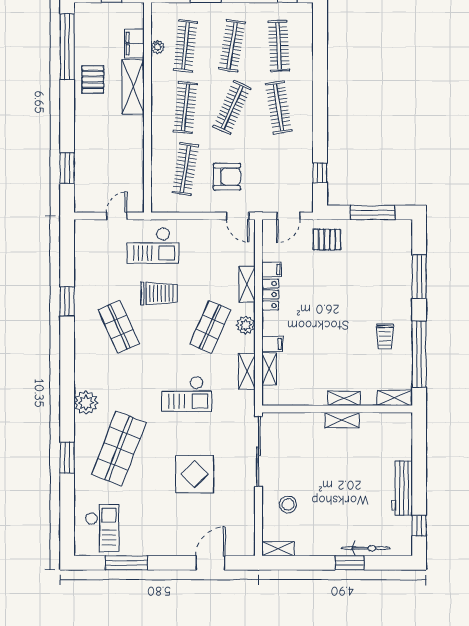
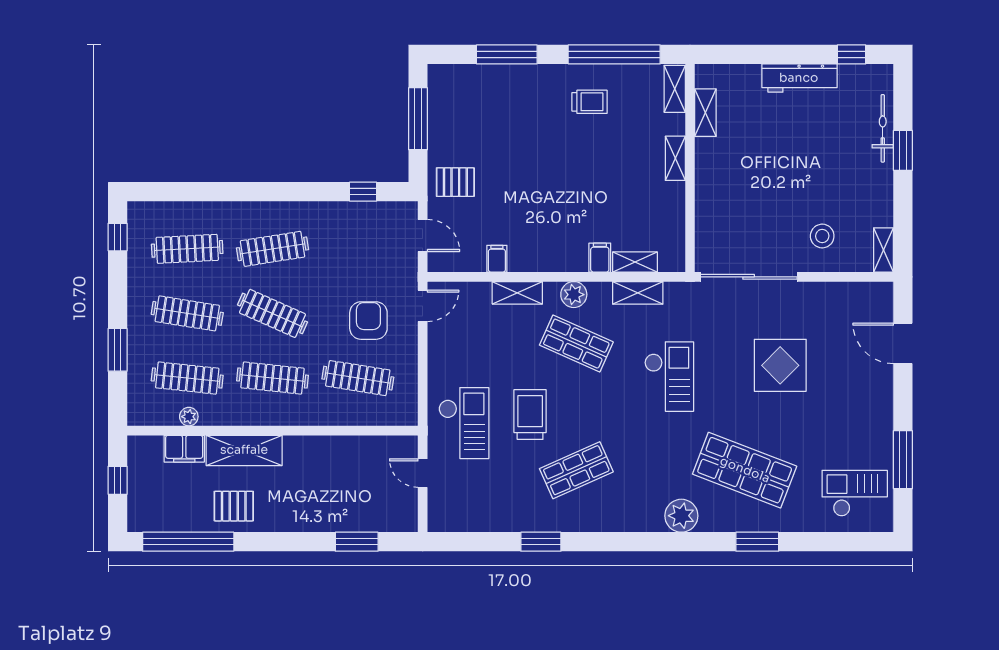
pallet: (327, 239) -> (455, 182), turned 90
locker: (270, 295) -> (532, 261), removed
shelving: (342, 420) -> (705, 113), moved

